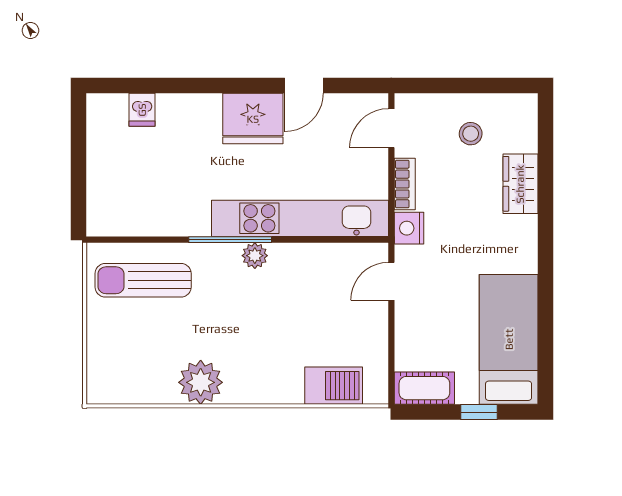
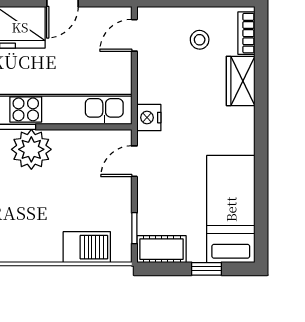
bookcase: (405, 184) -> (246, 33), moved, turned 180
plant: (255, 256) -> (31, 149), width x1.88, depth x1.88
window: (391, 363) -> (134, 228), added

